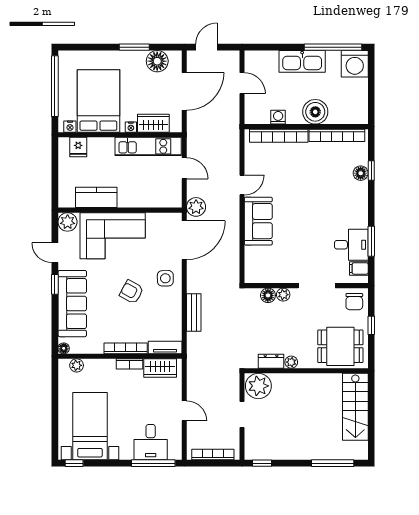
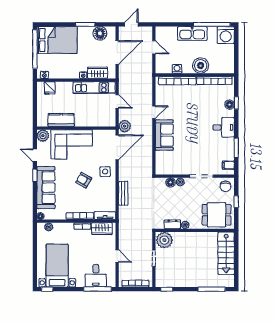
bed: (98, 101) -> (57, 40), moved, turned 90
desk: (351, 245) -> (224, 127), moved

